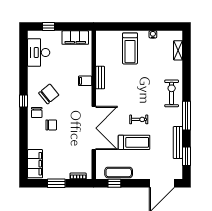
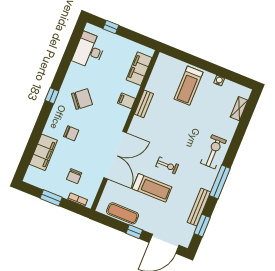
filing cabinet: (75, 38) -> (139, 69), moved, turned 90
chair: (37, 113) -> (74, 176), moved
filing cabinet: (35, 164) -> (43, 152), moved
window: (114, 183) -> (134, 232), moved

